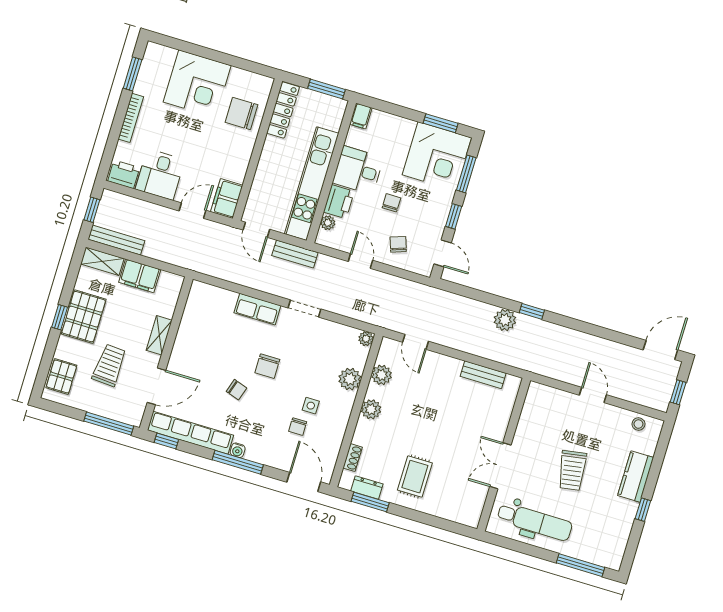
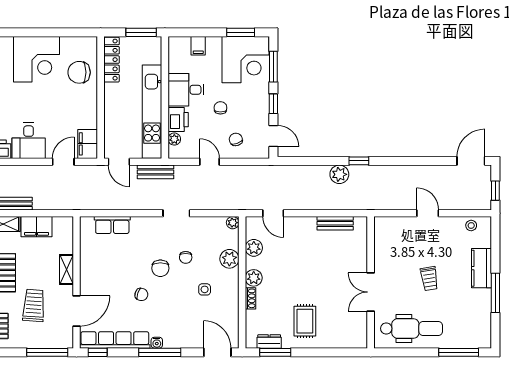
filing cabinet: (361, 116) -> (198, 46), moved
row of seats: (257, 309) -> (112, 225), moved
chair: (298, 427) -> (186, 257), moved
shoe rack: (353, 458) -> (251, 298), moved
trolley: (572, 470) -> (429, 279), width x0.73, depth x0.72
window: (643, 510) -> (495, 293), width x2.17

